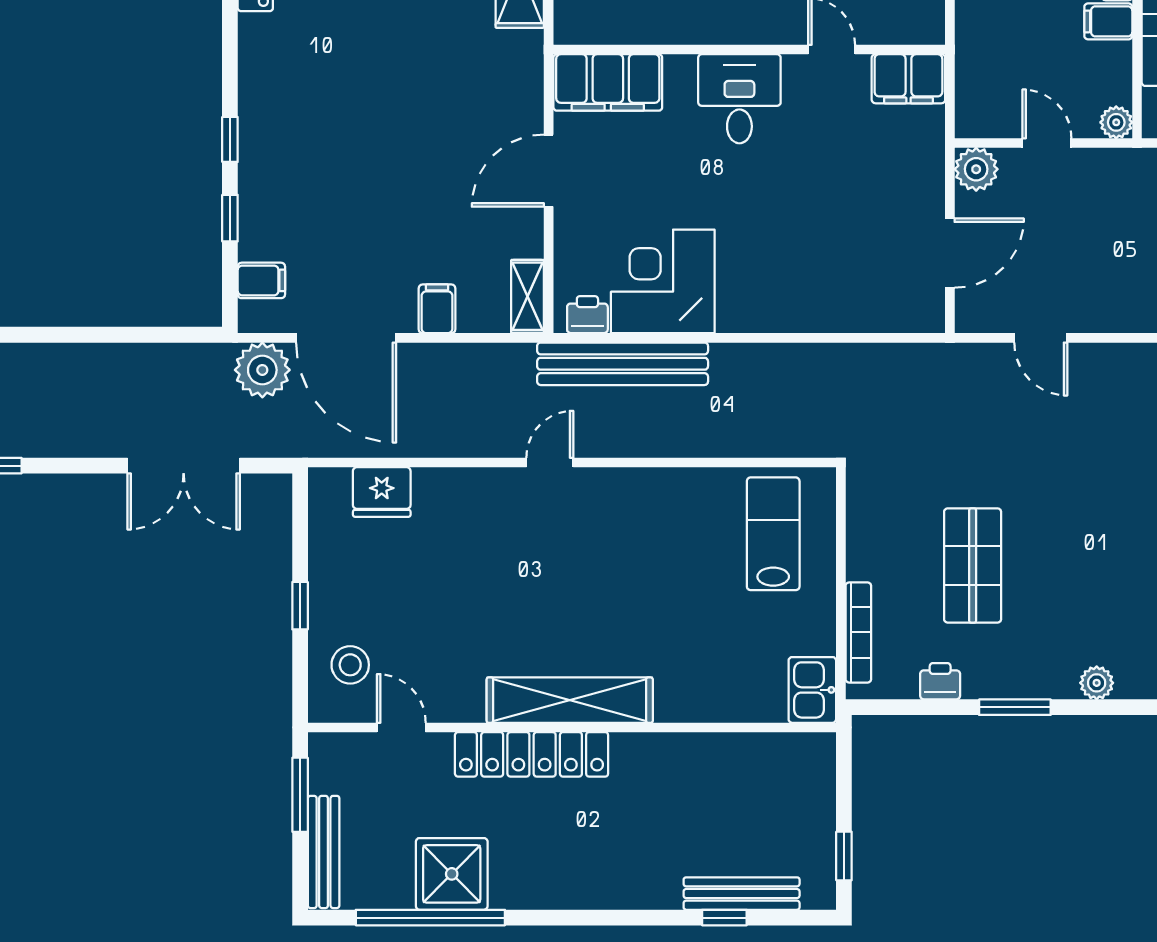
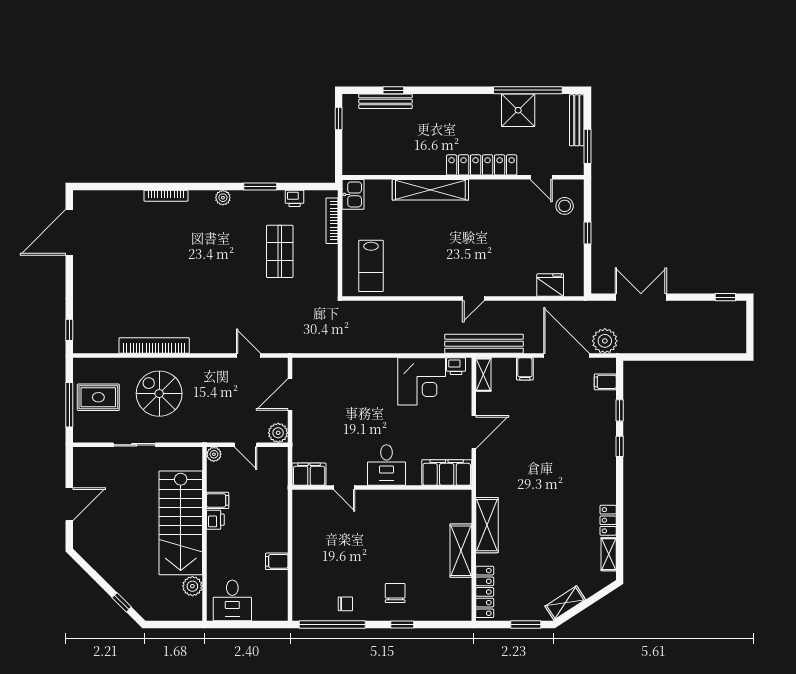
bench: (623, 364) -> (484, 344), moved
shelving: (570, 700) -> (430, 190), moved

